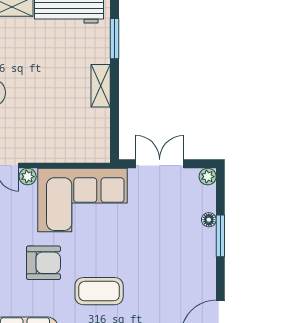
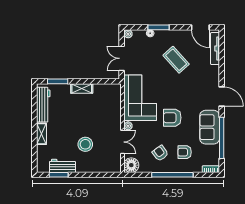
armchair: (43, 263) -> (172, 118), turned -90
coffee table: (99, 291) -> (176, 60), moved, turned -42

